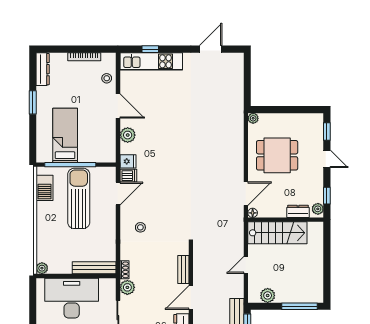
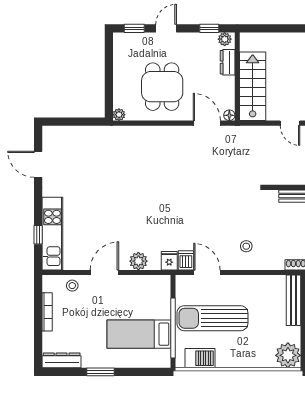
plant: (42, 268) -> (288, 355), width x1.87, depth x1.87

